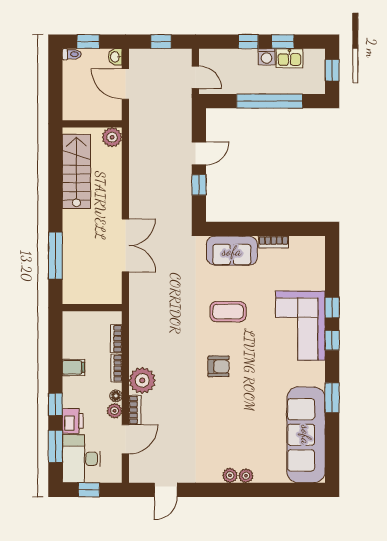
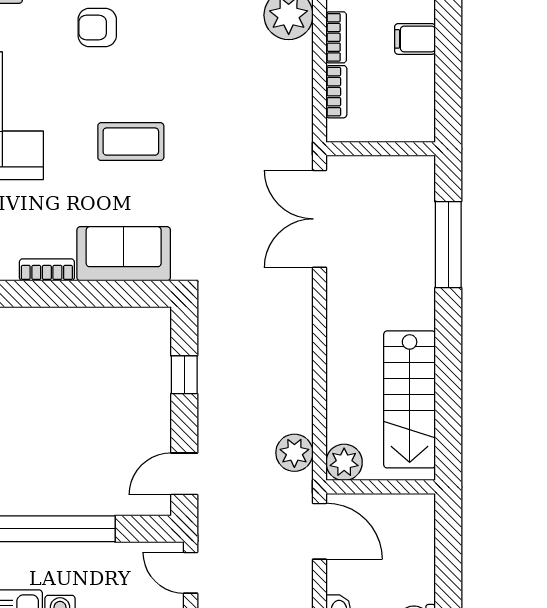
door: (125, 84) -> (319, 531), moved
plant: (139, 142) -> (294, 453), added
door: (199, 153) -> (184, 474), moved
double door: (125, 245) -> (319, 219), moved
armchair: (218, 366) -> (97, 28), moved

